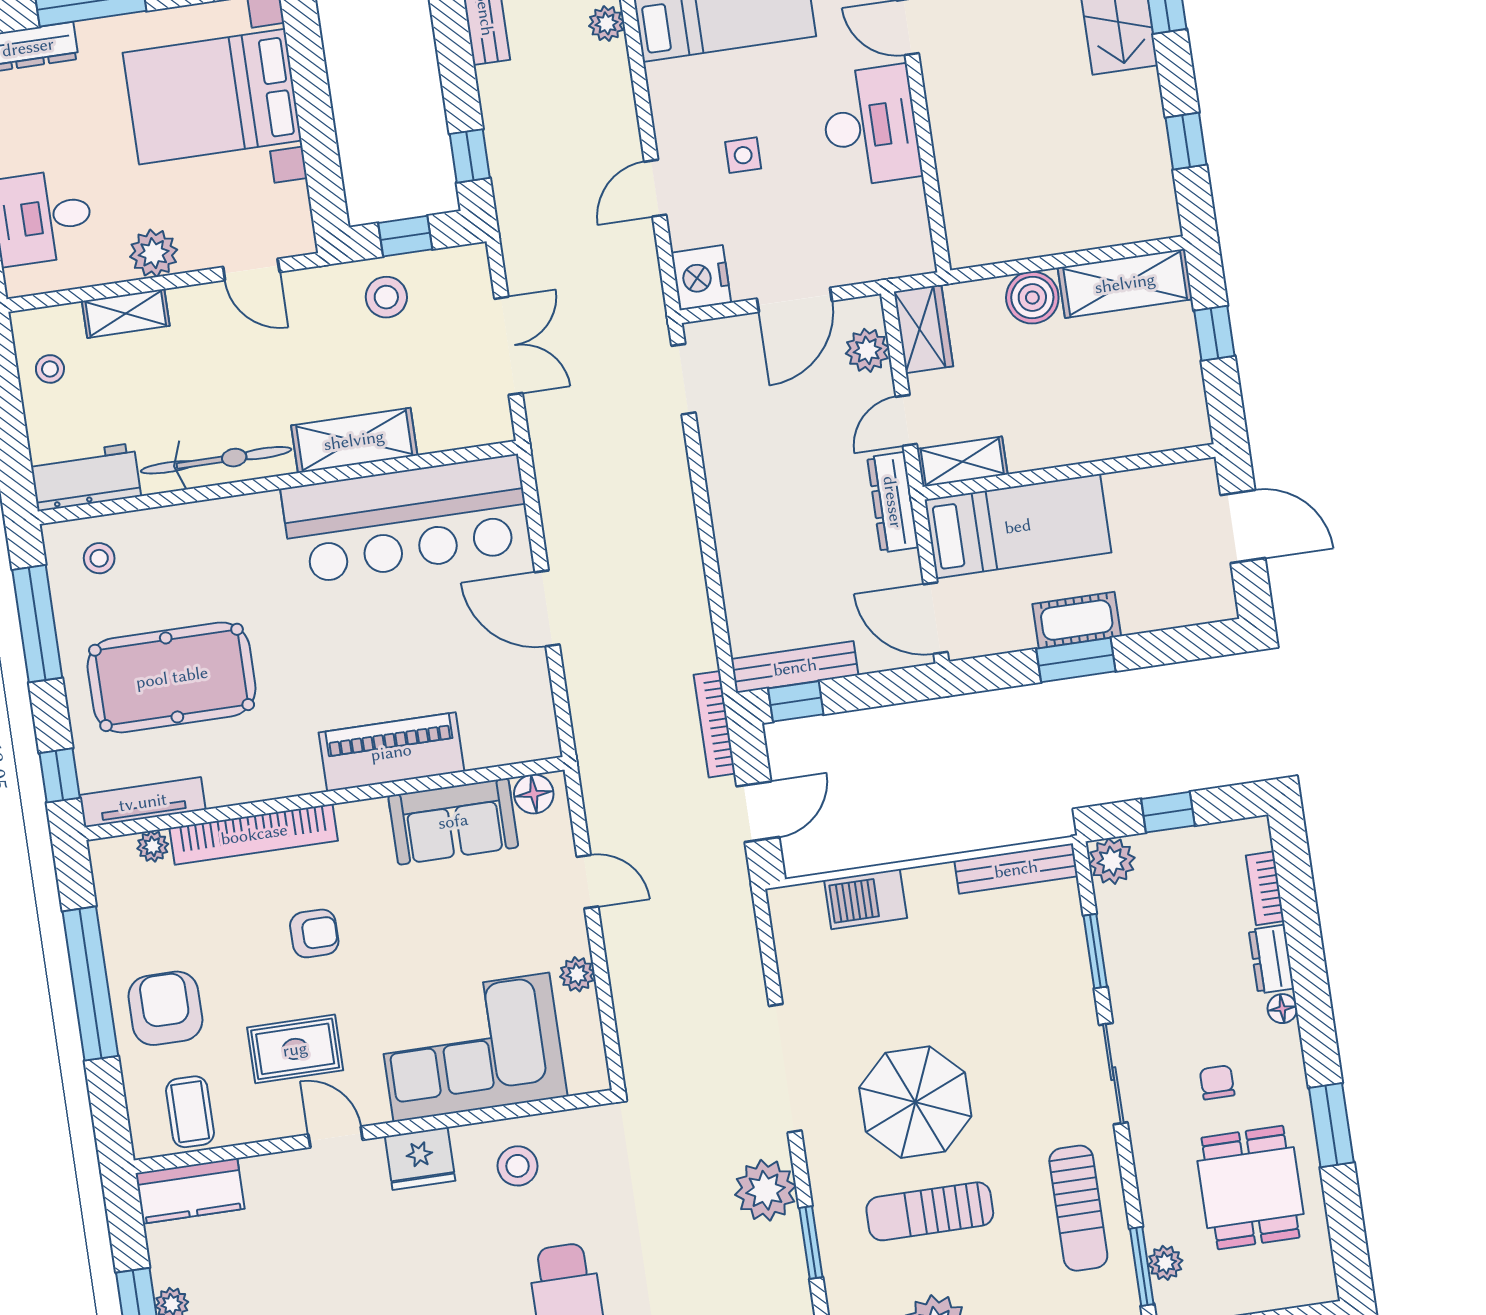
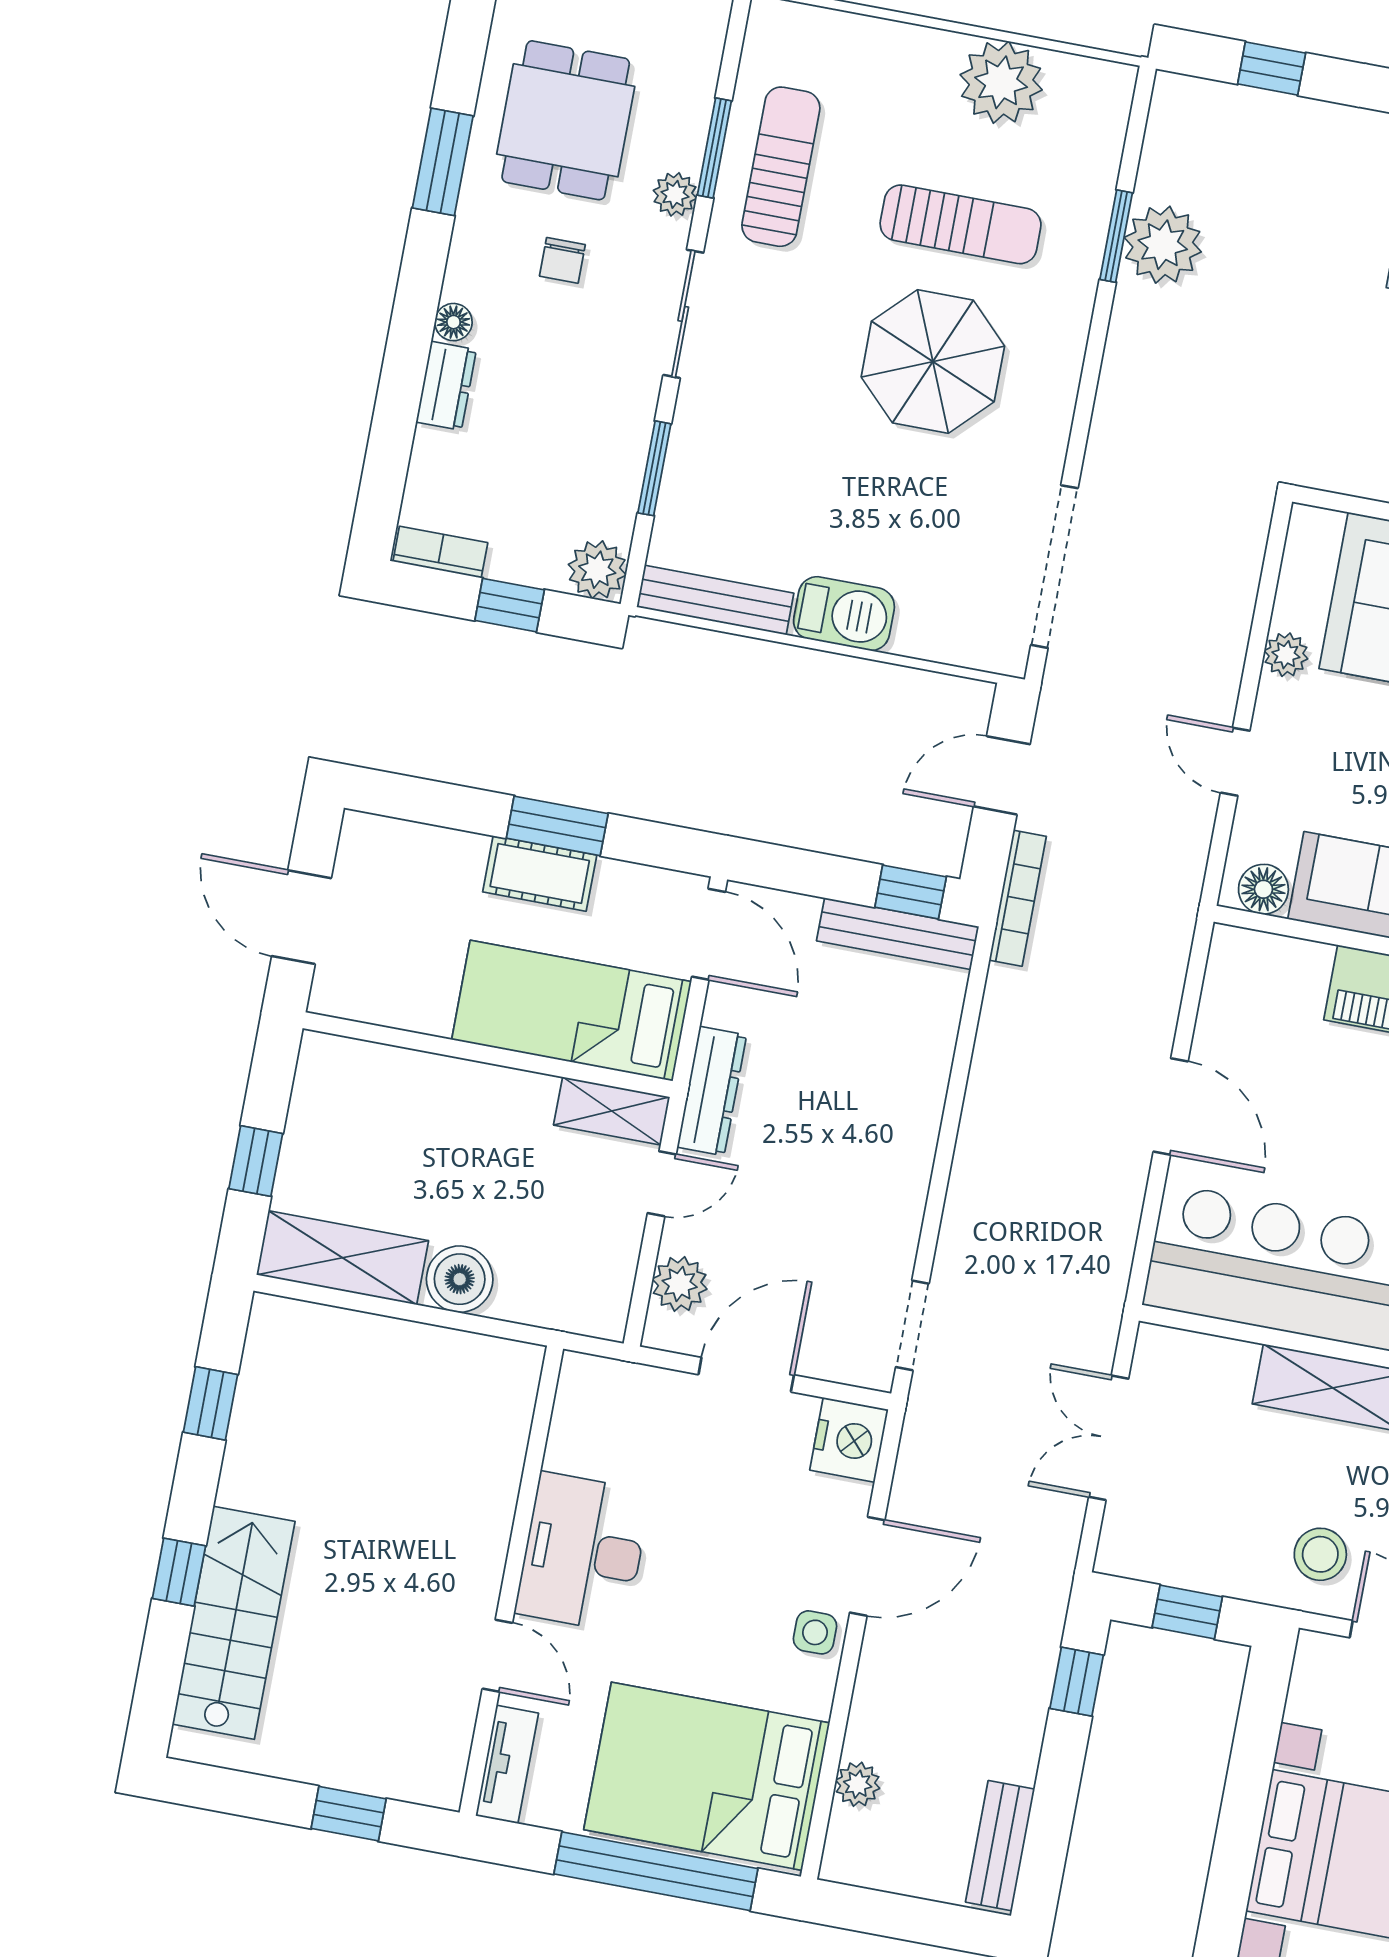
side table: (743, 155) -> (815, 1632), moved
door: (655, 188) -> (867, 1566), width x1.38
stool: (386, 297) -> (1320, 1554), moved
wardrobe: (923, 329) -> (603, 1286), removed
bookcase: (1265, 888) -> (440, 552), moved, turned -90
barbecue: (866, 899) -> (844, 614), moved
doorway: (785, 1068) -> (1054, 567), moved
plant: (765, 1190) -> (1163, 245), moved
plant: (1165, 1263) -> (675, 194), moved
window: (1142, 1266) -> (714, 148), moved

